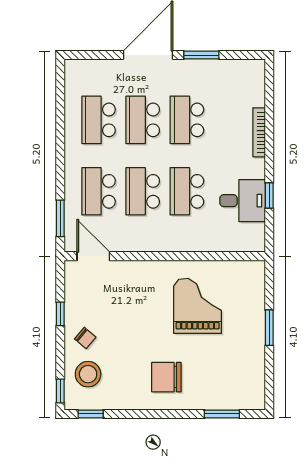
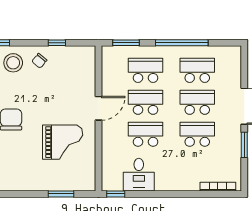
bookcase: (259, 132) -> (218, 187), moved
window: (60, 141) -> (182, 43), added
window: (269, 196) -> (116, 194), moved
door: (93, 256) -> (99, 108), moved
window: (269, 328) -> (61, 194), moved

